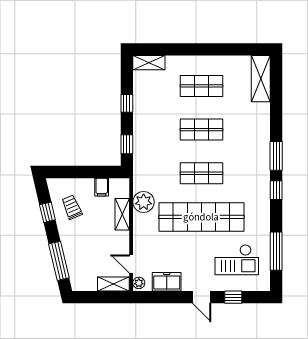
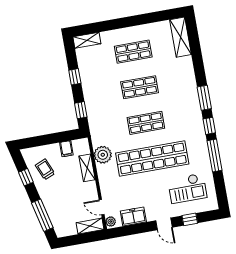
window: (276, 251) -> (215, 156), moved

